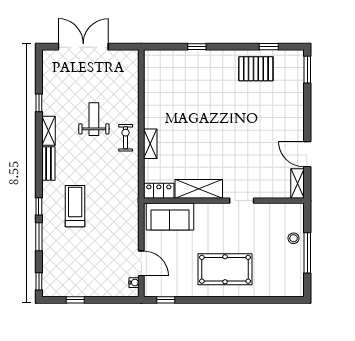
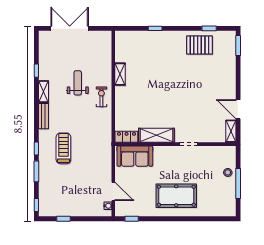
shelving: (150, 144) -> (120, 74), moved

